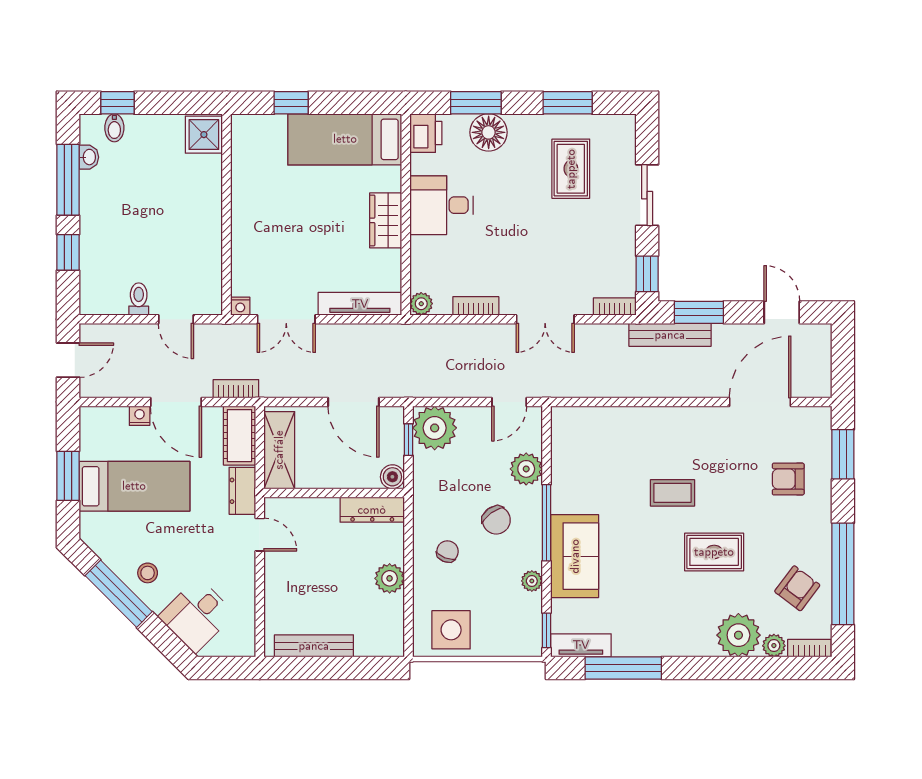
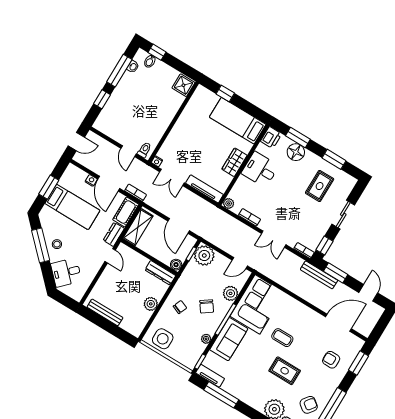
toilet: (139, 299) -> (144, 150), moved
corner sofa: (588, 459) -> (257, 304), added

